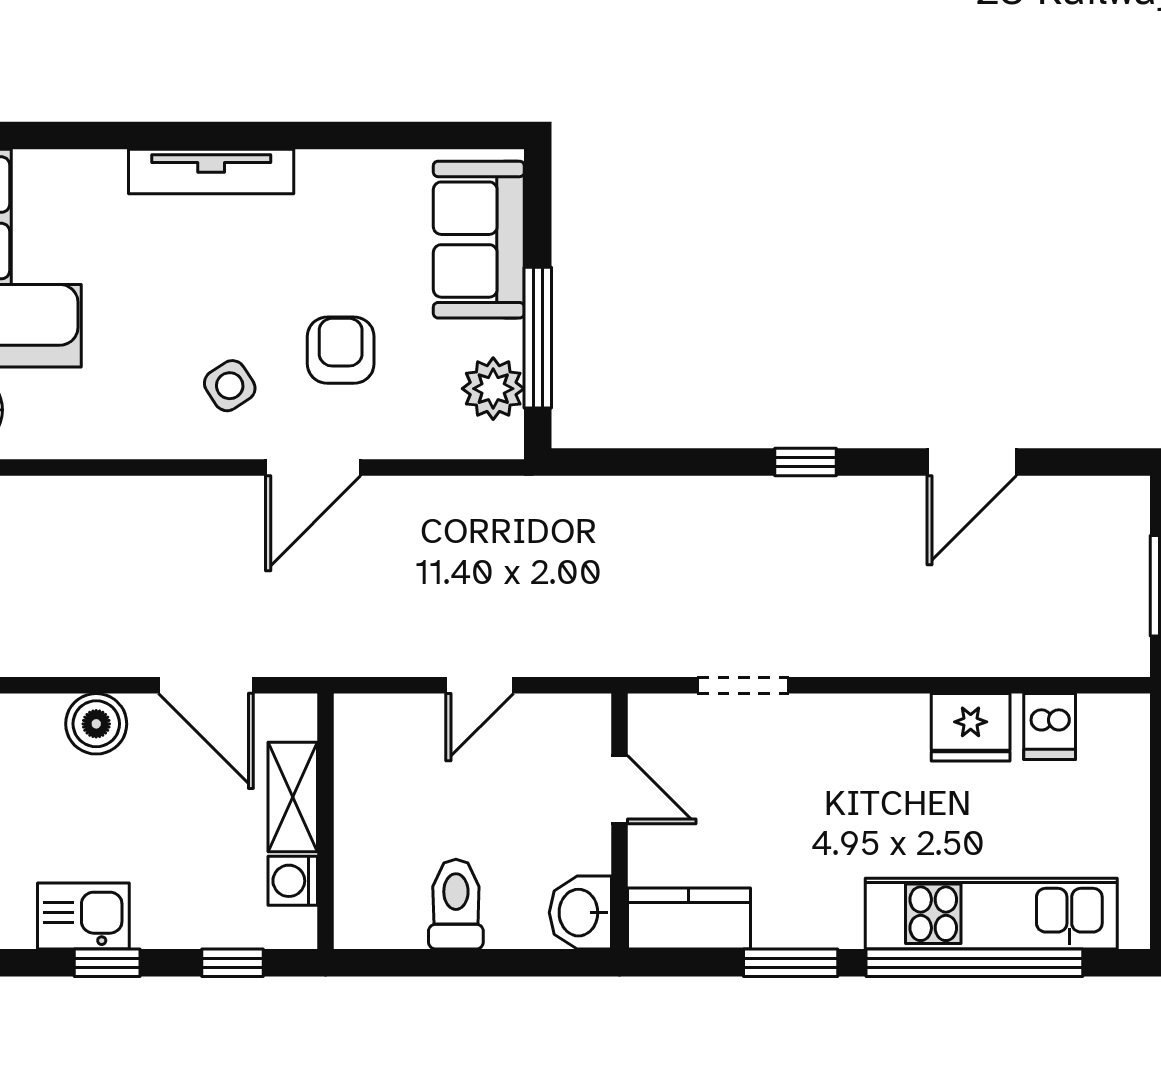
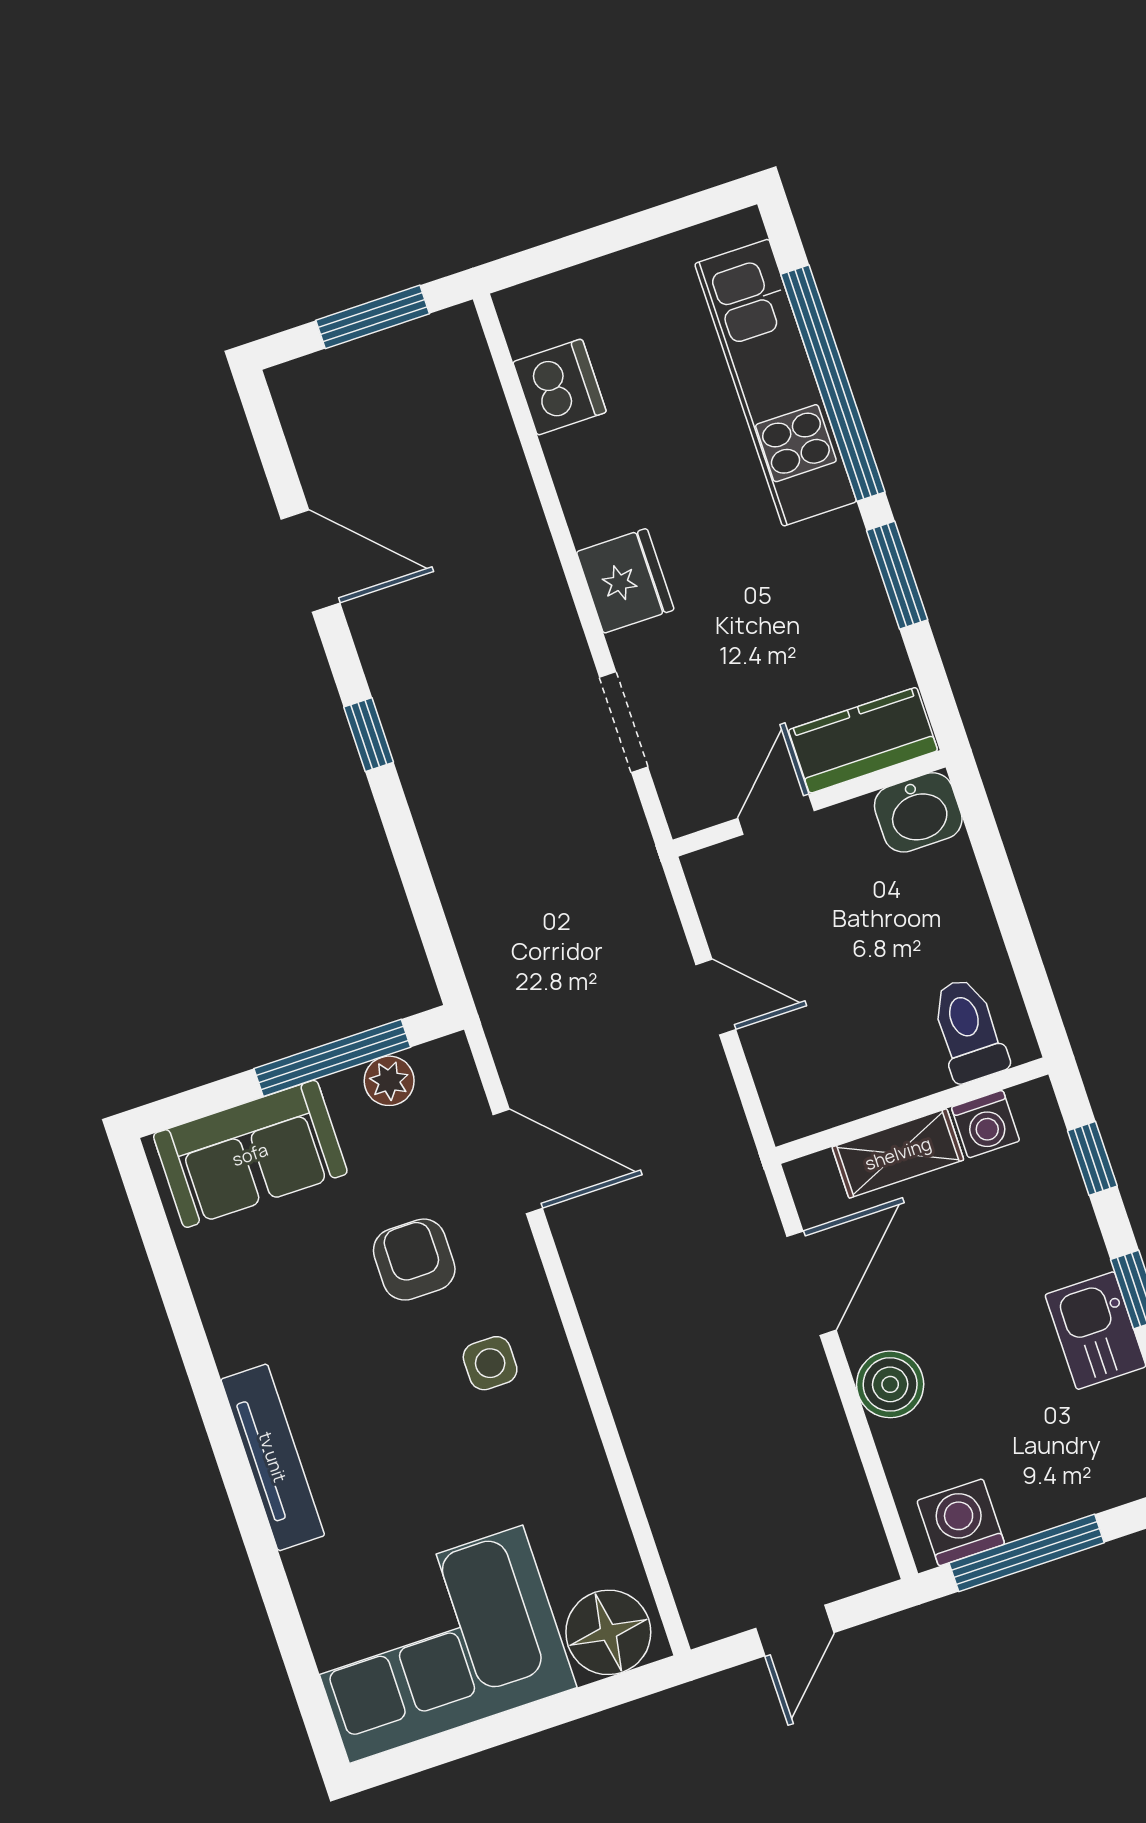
armchair: (341, 350) -> (414, 1260), turned 90
side table: (230, 386) -> (490, 1363), turned 33
plant: (493, 389) -> (389, 1081), width x0.73, depth x0.73
door: (313, 468) -> (518, 1161), moved
fridge: (971, 727) -> (625, 581), moved
dishwasher: (1050, 727) -> (560, 387), width x1.38
toilet: (456, 904) -> (968, 1030), moved, turned 90
kitchen counter: (689, 919) -> (863, 740), moved, turned 90

